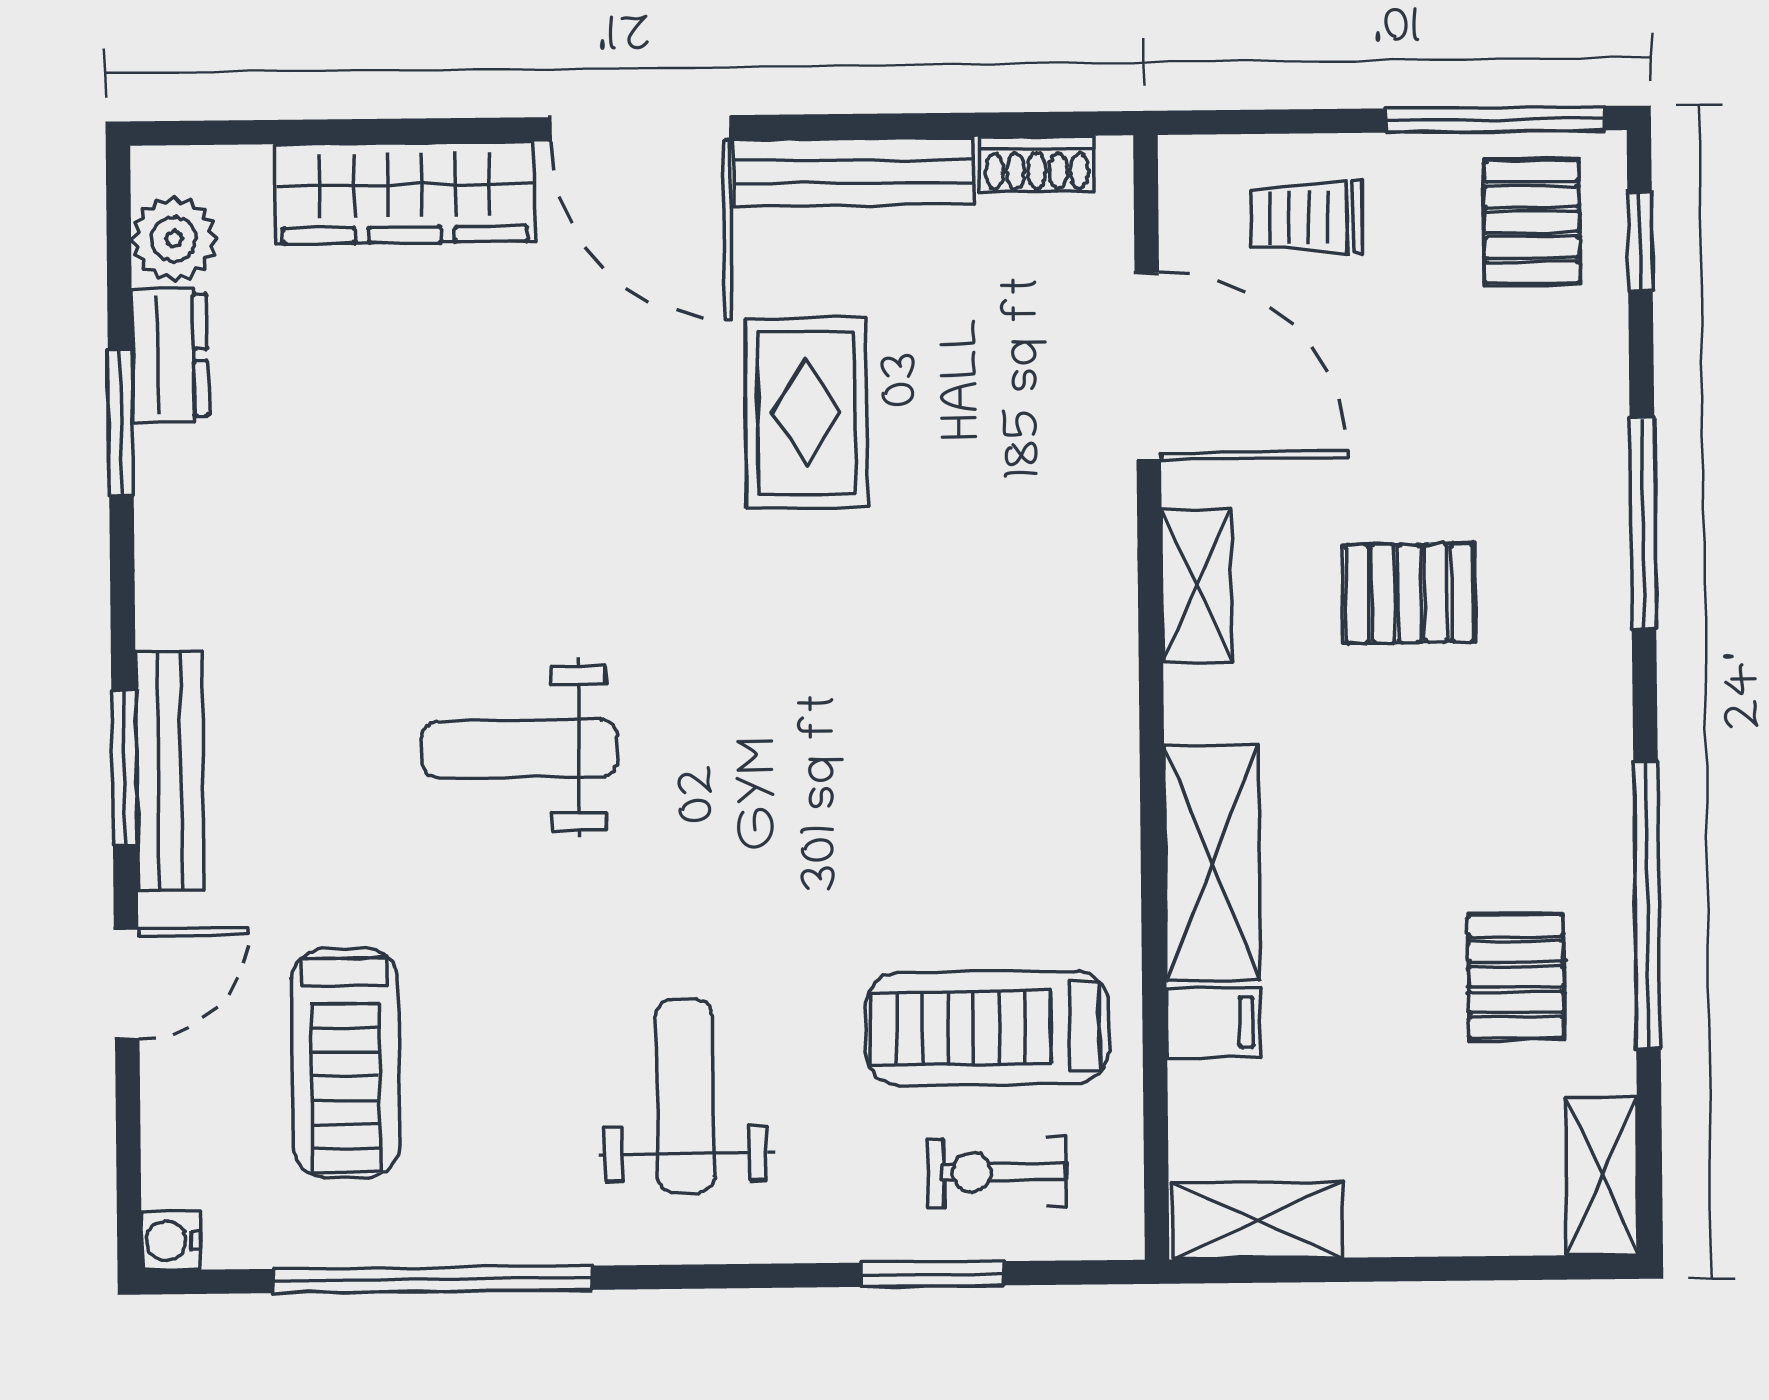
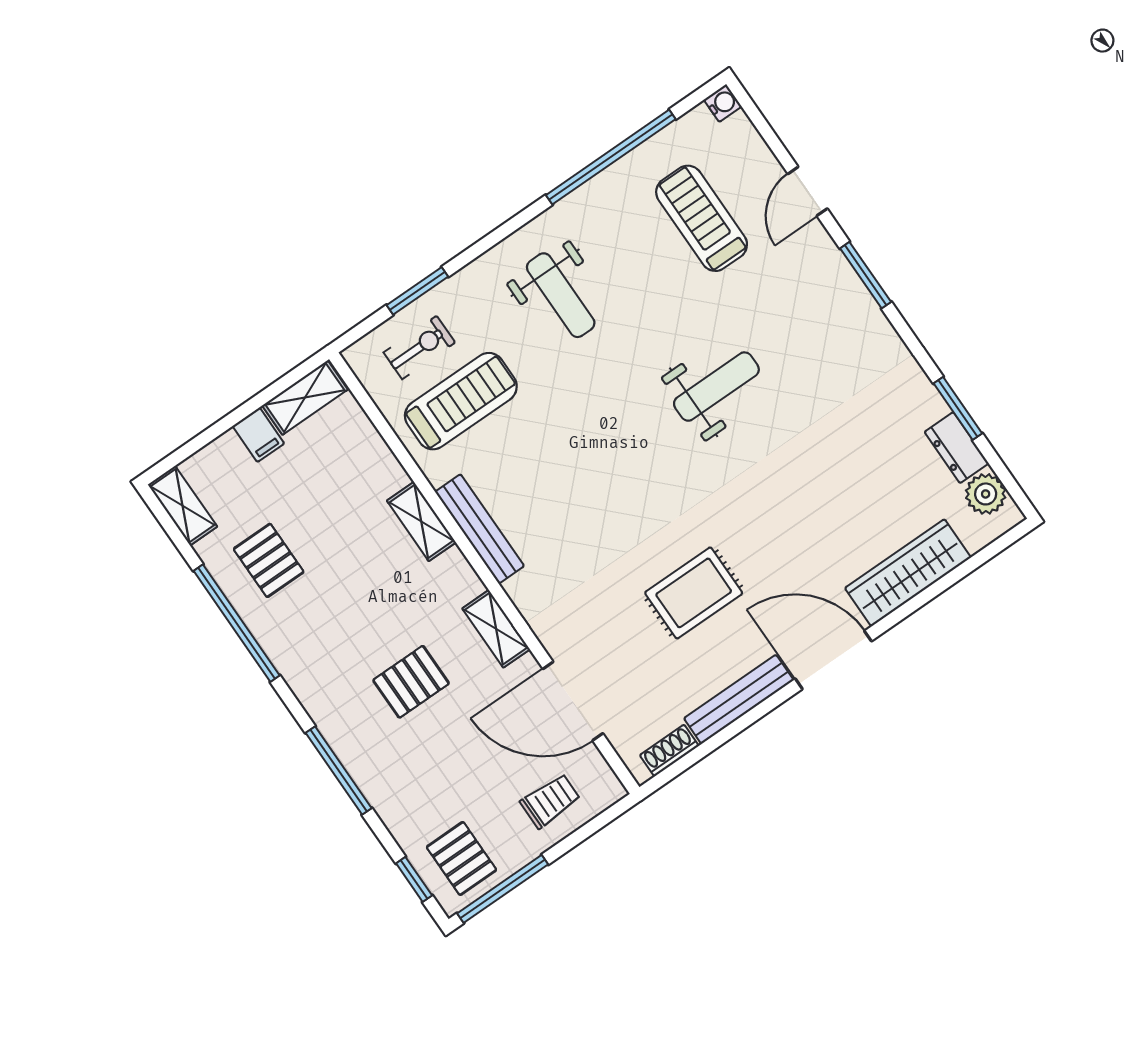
rug: (806, 413) -> (694, 593), turned 90
bench: (170, 771) -> (480, 529), moved
shelving: (1212, 863) -> (421, 522), width x0.67, depth x0.75
filing cabinet: (1214, 1023) -> (258, 435), moved, turned -90

